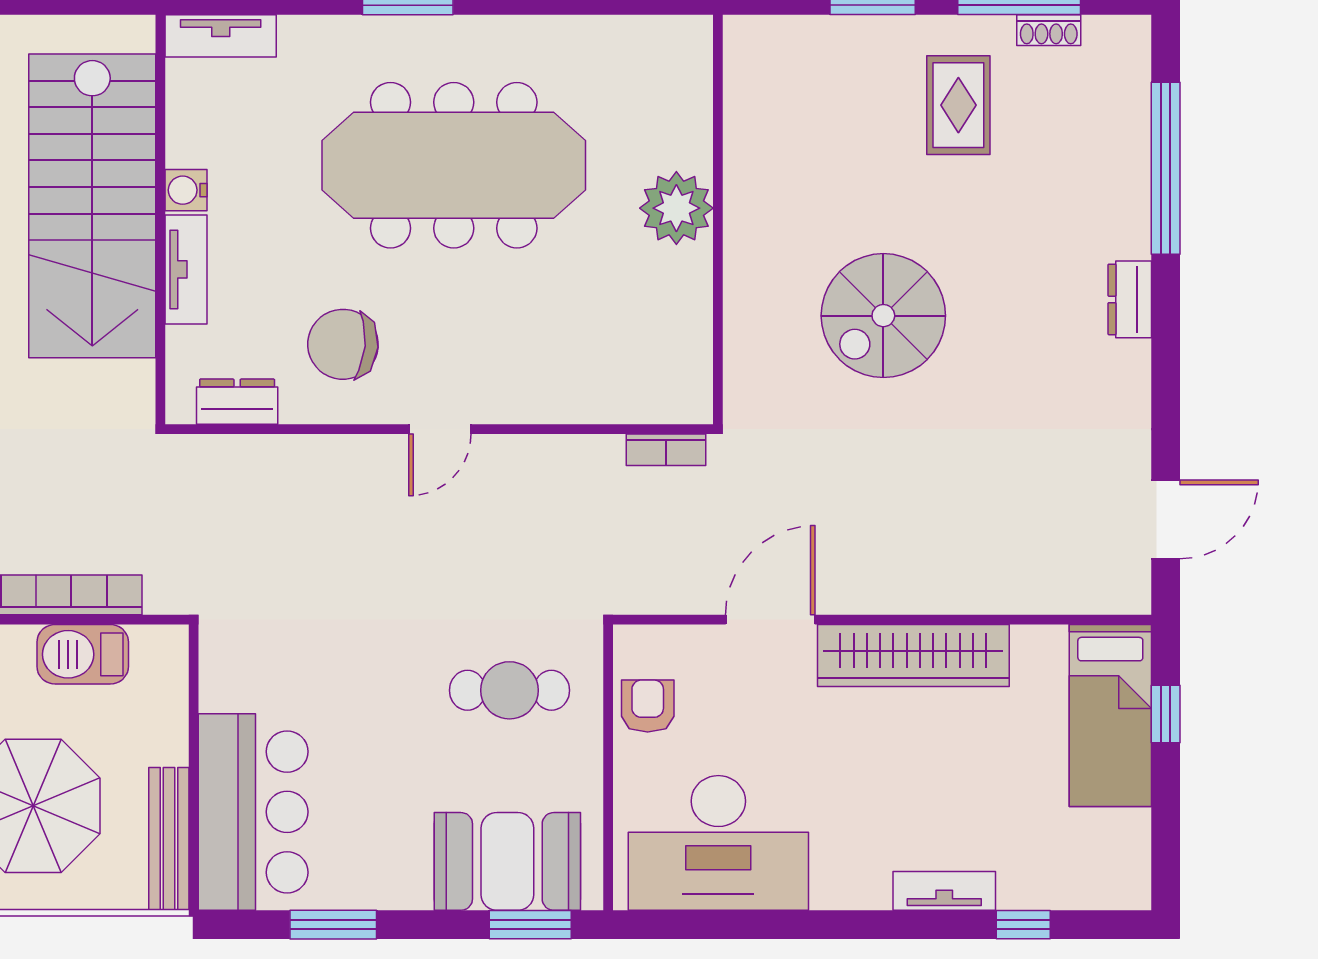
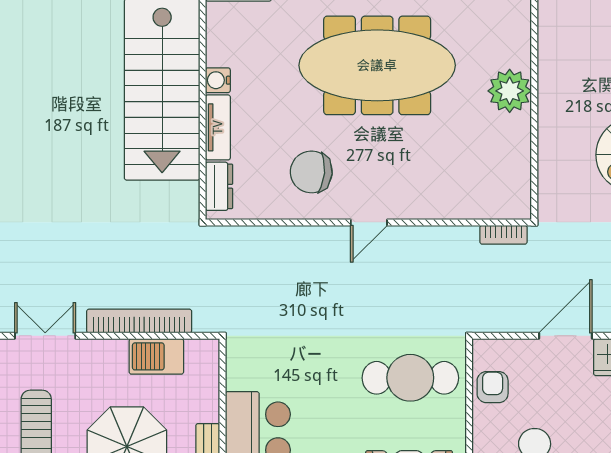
dresser: (237, 402) -> (219, 186), moved, turned 90
cafe table: (509, 690) -> (410, 378), width x1.37, depth x1.35

